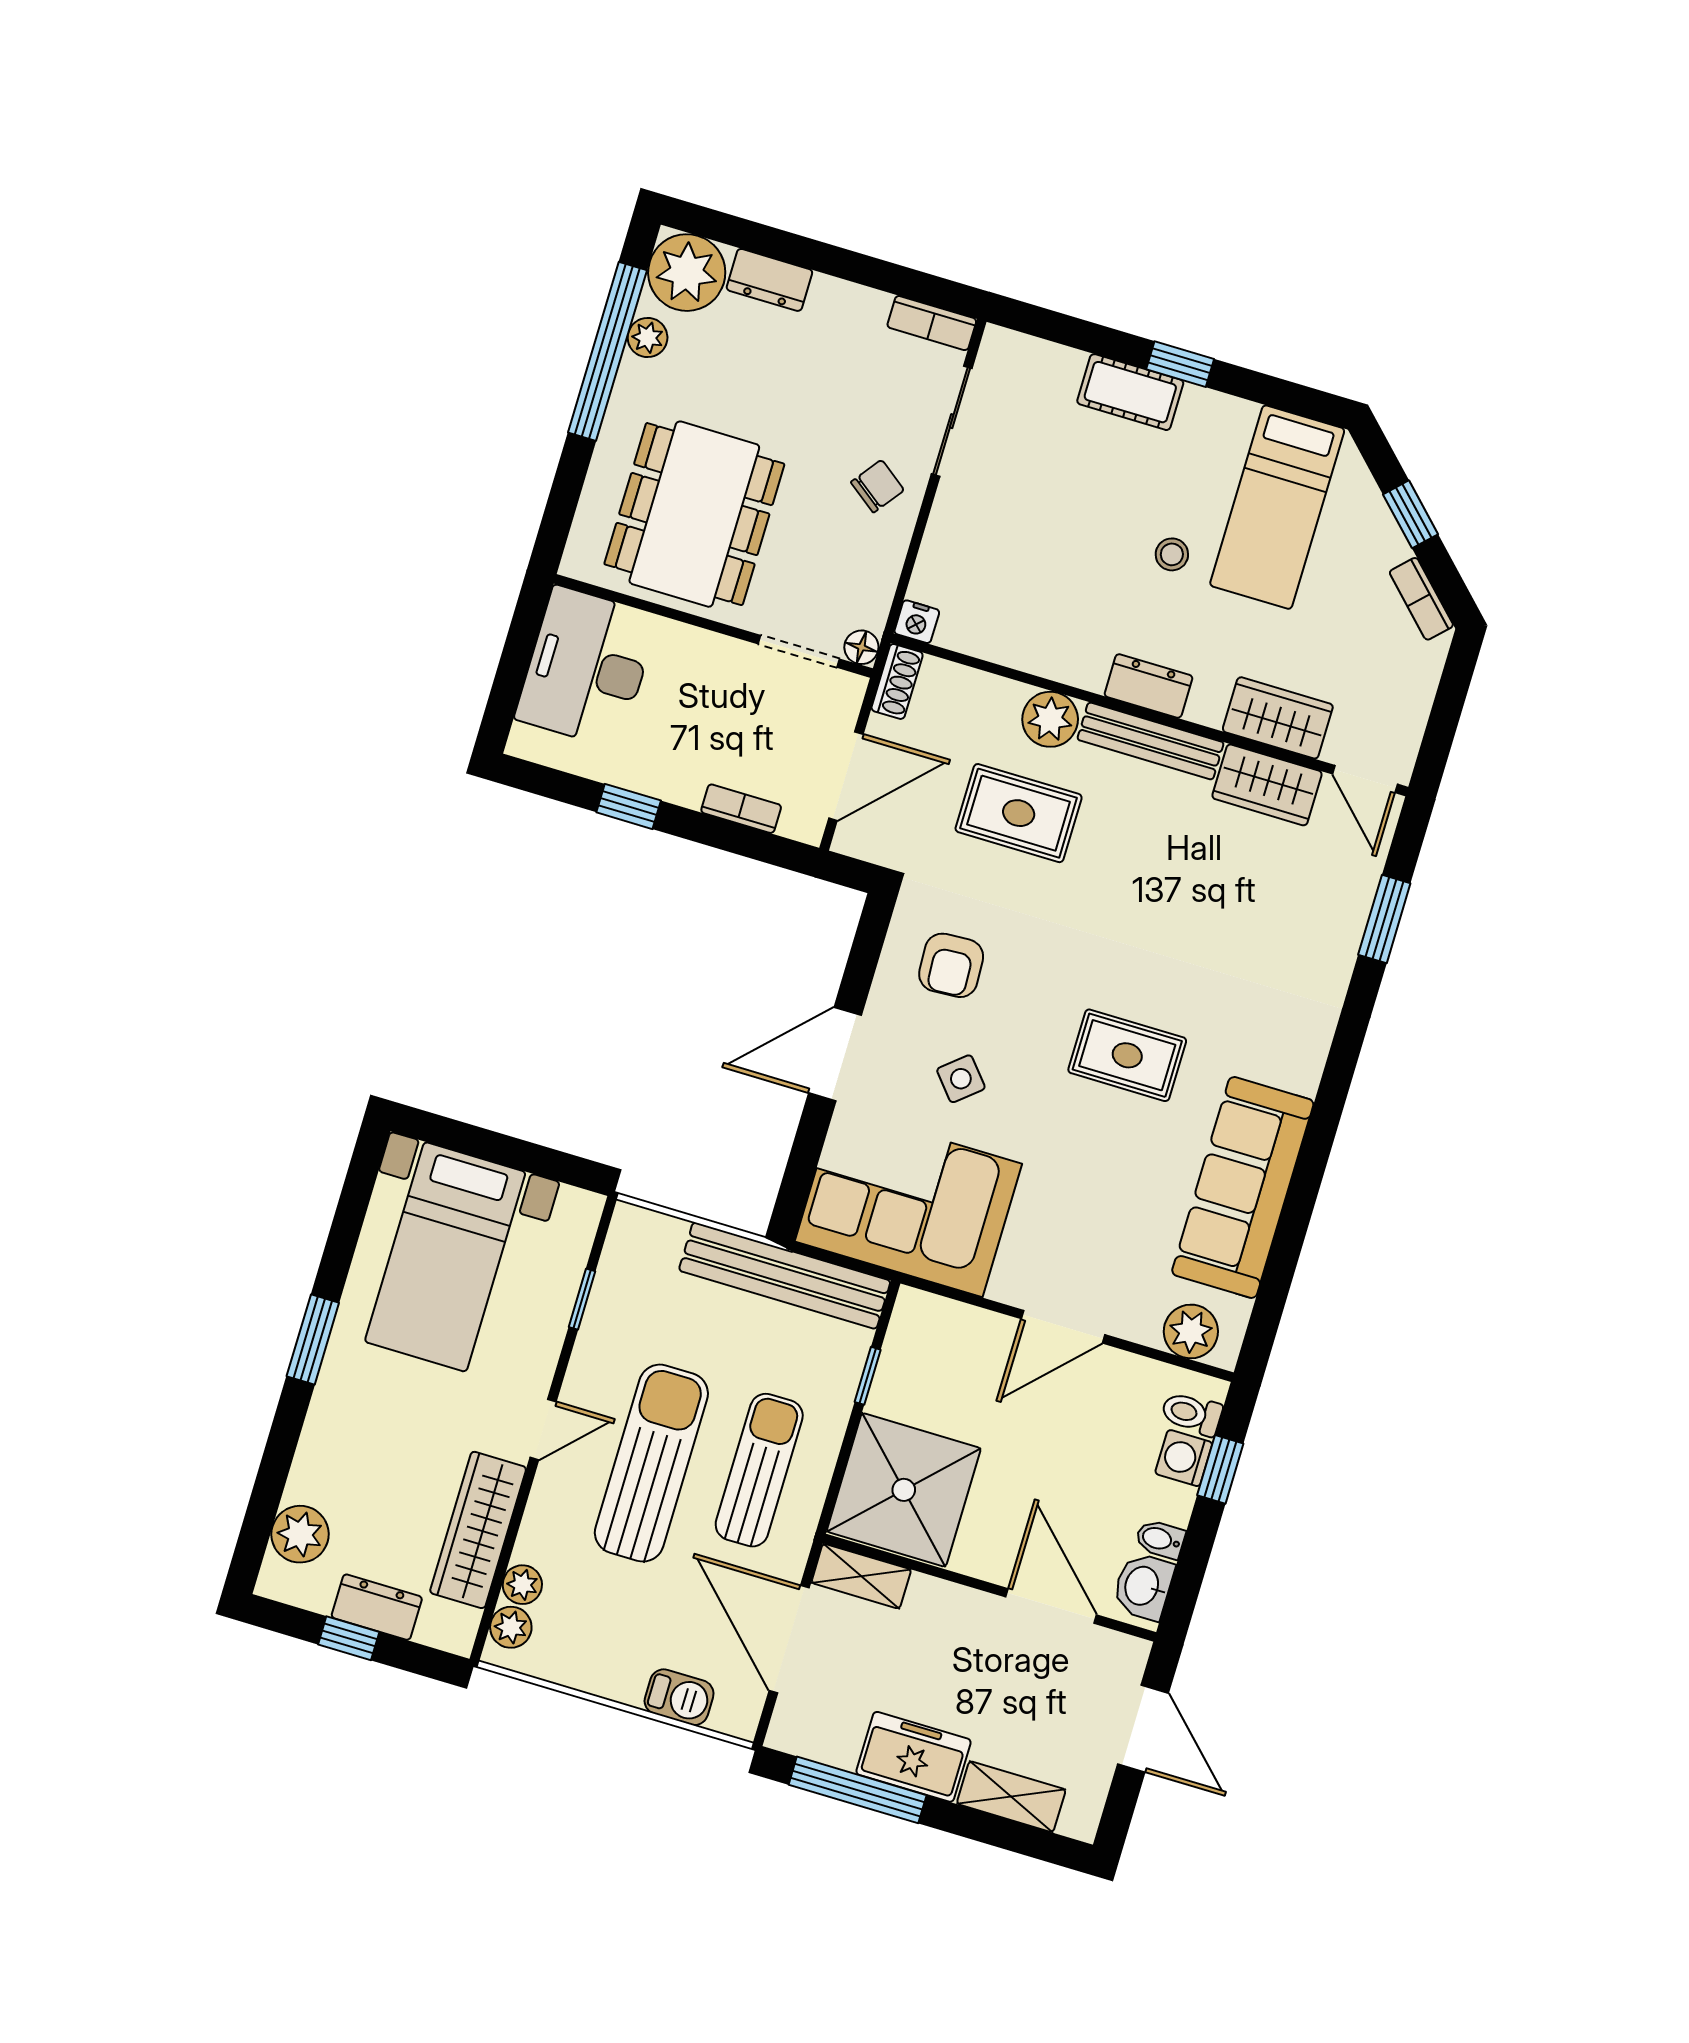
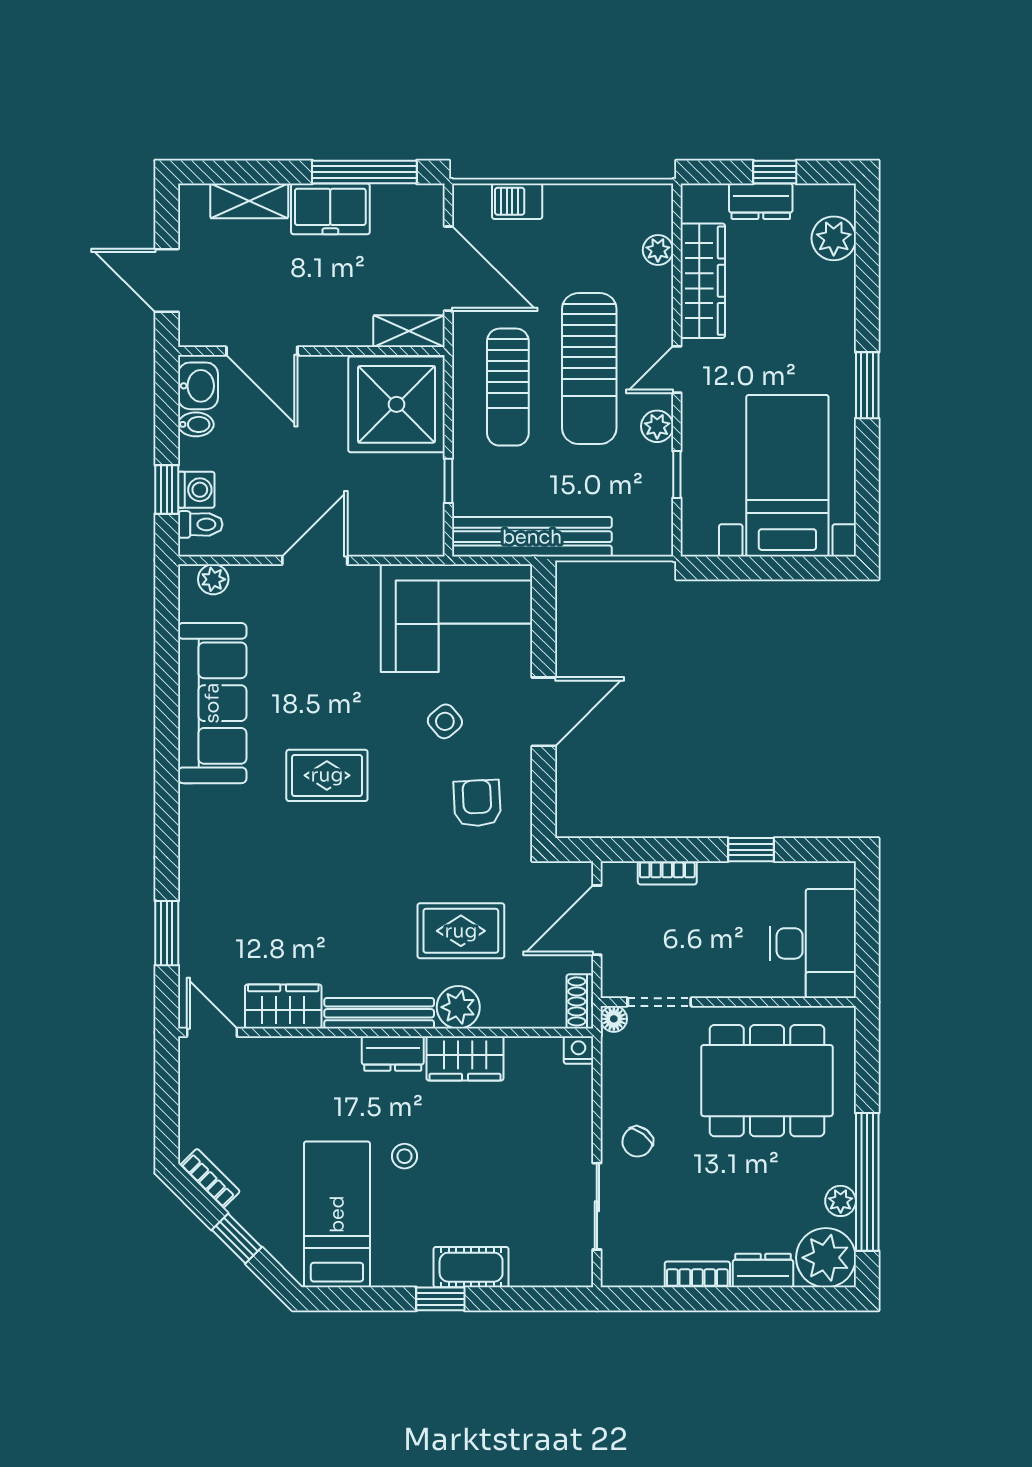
bookcase: (932, 323) -> (697, 1274), moved
dining table: (694, 514) -> (767, 1081), turned 90
wardrobe: (1278, 718) -> (465, 1058), moved
plant: (1191, 1331) -> (213, 579), width x0.73, depth x0.73
plant: (511, 1627) -> (657, 426), moved

